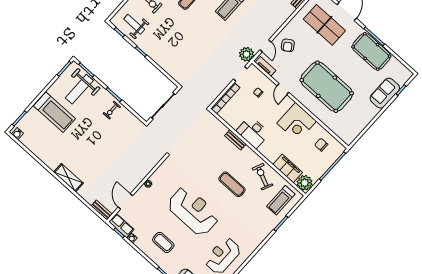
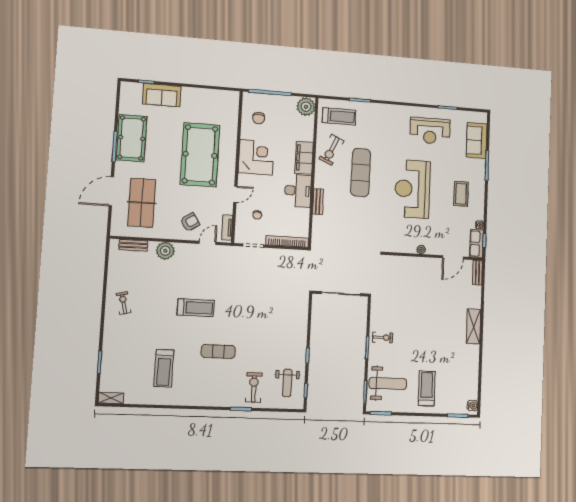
plant: (246, 54) -> (165, 251), moved
treadmill: (54, 112) -> (427, 388), width x0.73, depth x0.73
filing cabinet: (288, 168) -> (304, 158), moved
exercise mat: (232, 184) -> (361, 173), width x1.36, depth x1.45

